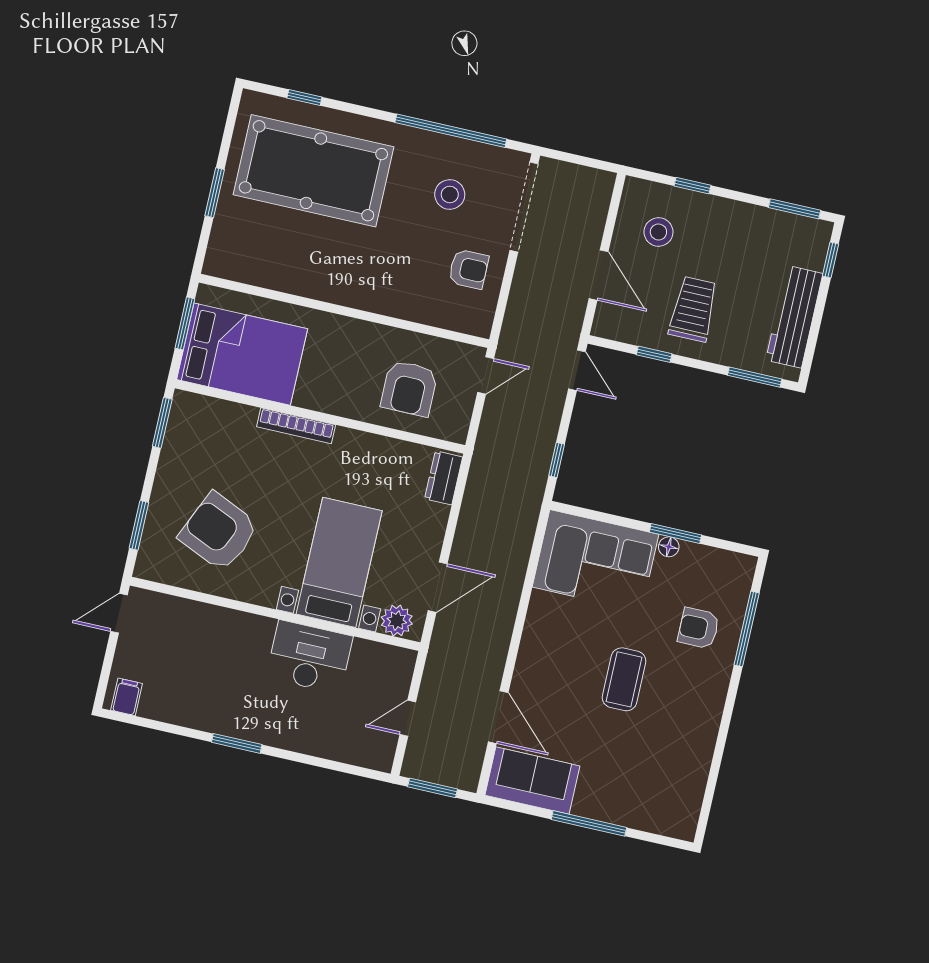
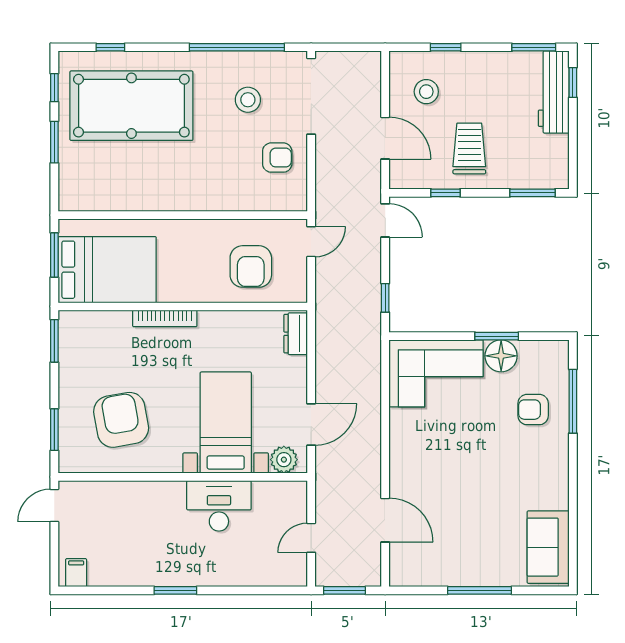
window: (229, 130) -> (54, 88), added
workbench: (794, 317) -> (554, 92), moved
armchair: (219, 532) -> (121, 420), turned 56
floor lamp: (669, 547) -> (501, 356), width x1.89, depth x1.89
coffee table: (624, 679) -> (481, 465), removed
sofa: (532, 781) -> (548, 547), moved, turned -90

